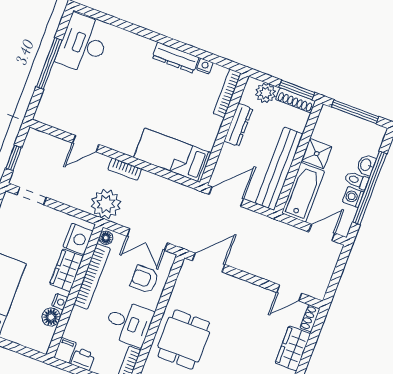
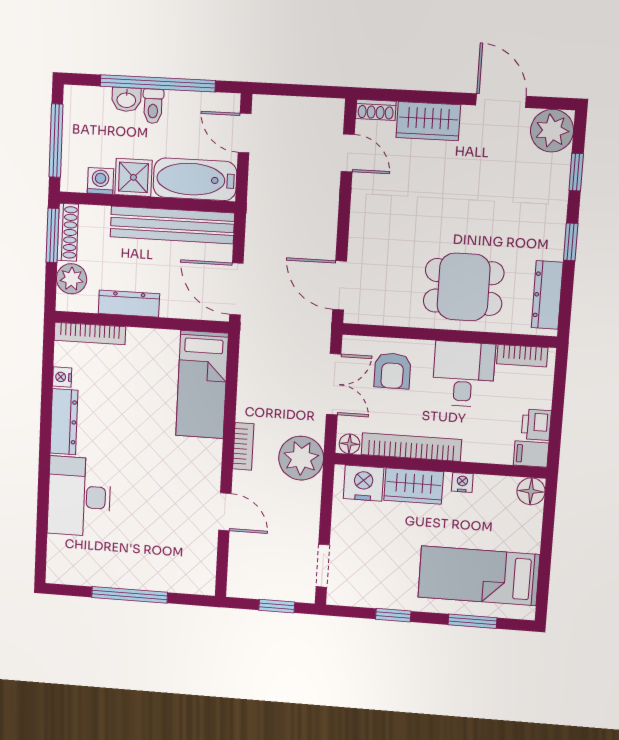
desk: (83, 44) -> (79, 497), moved, turned 90
washing machine: (353, 197) -> (100, 181), moved, turned 180
floor lamp: (51, 317) -> (531, 491), moved

